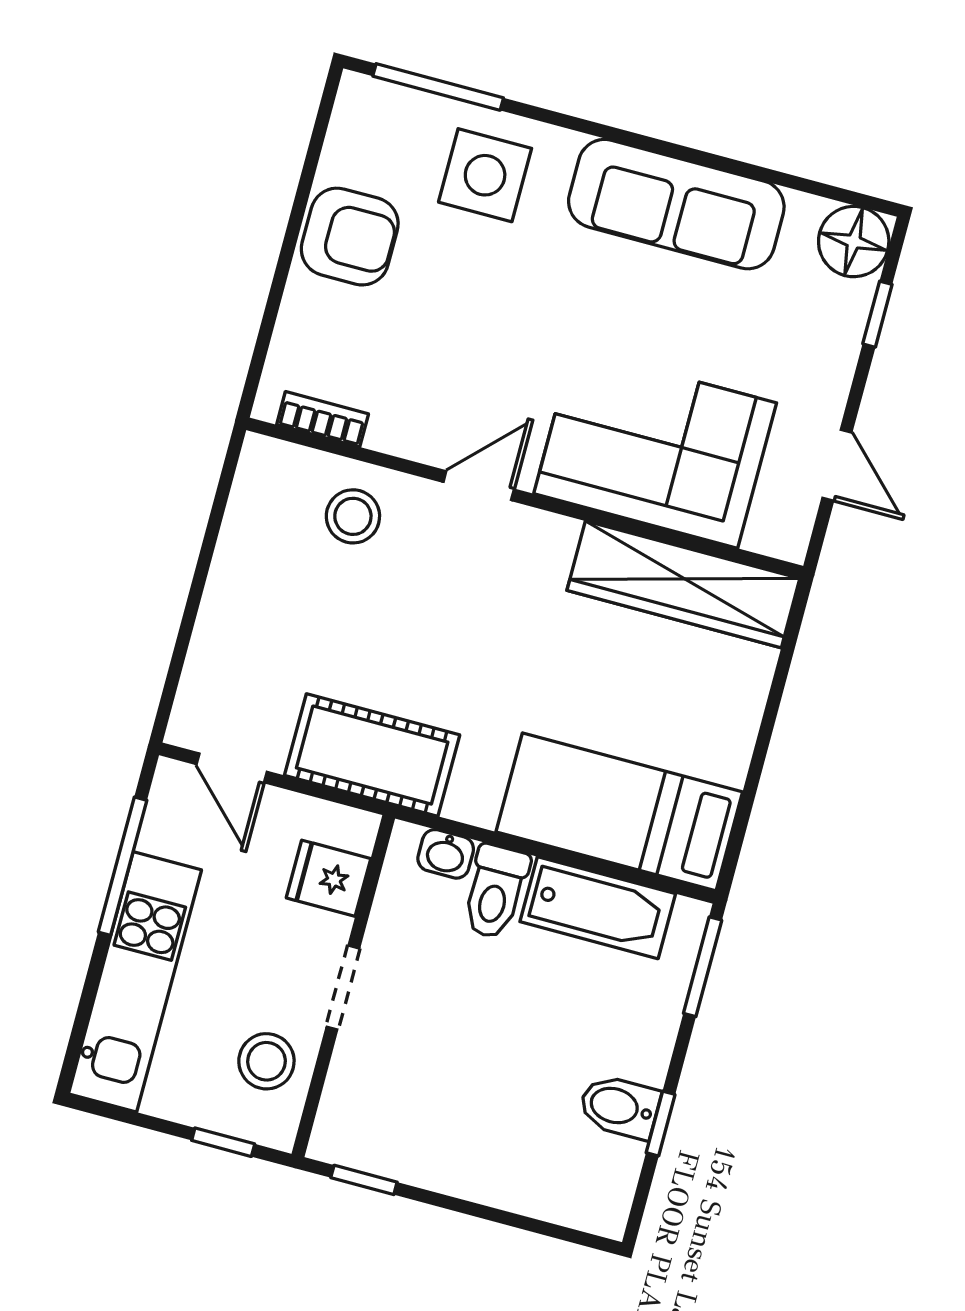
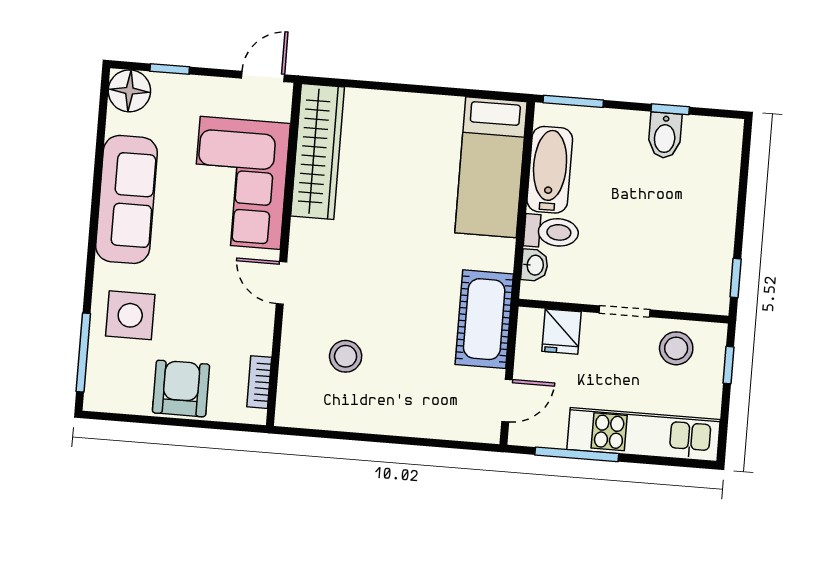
bookcase: (323, 419) -> (259, 382), moved
corner sofa: (655, 448) -> (240, 183), moved
door: (479, 486) -> (281, 283), moved
wall: (525, 498) -> (284, 254), moved
wardrobe: (683, 584) -> (318, 152), moved

